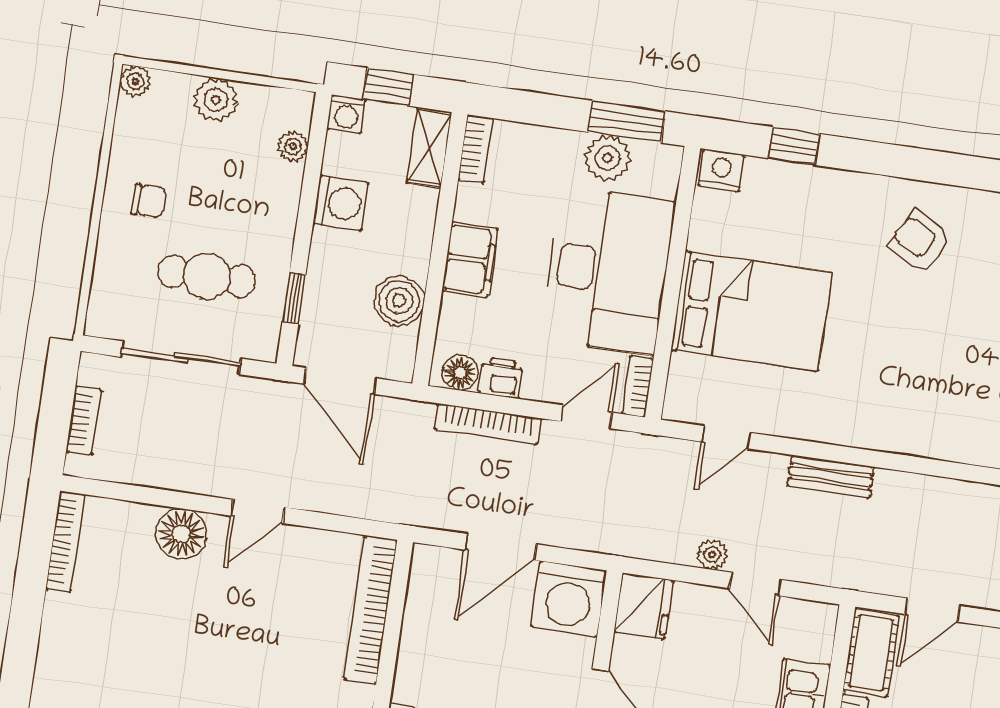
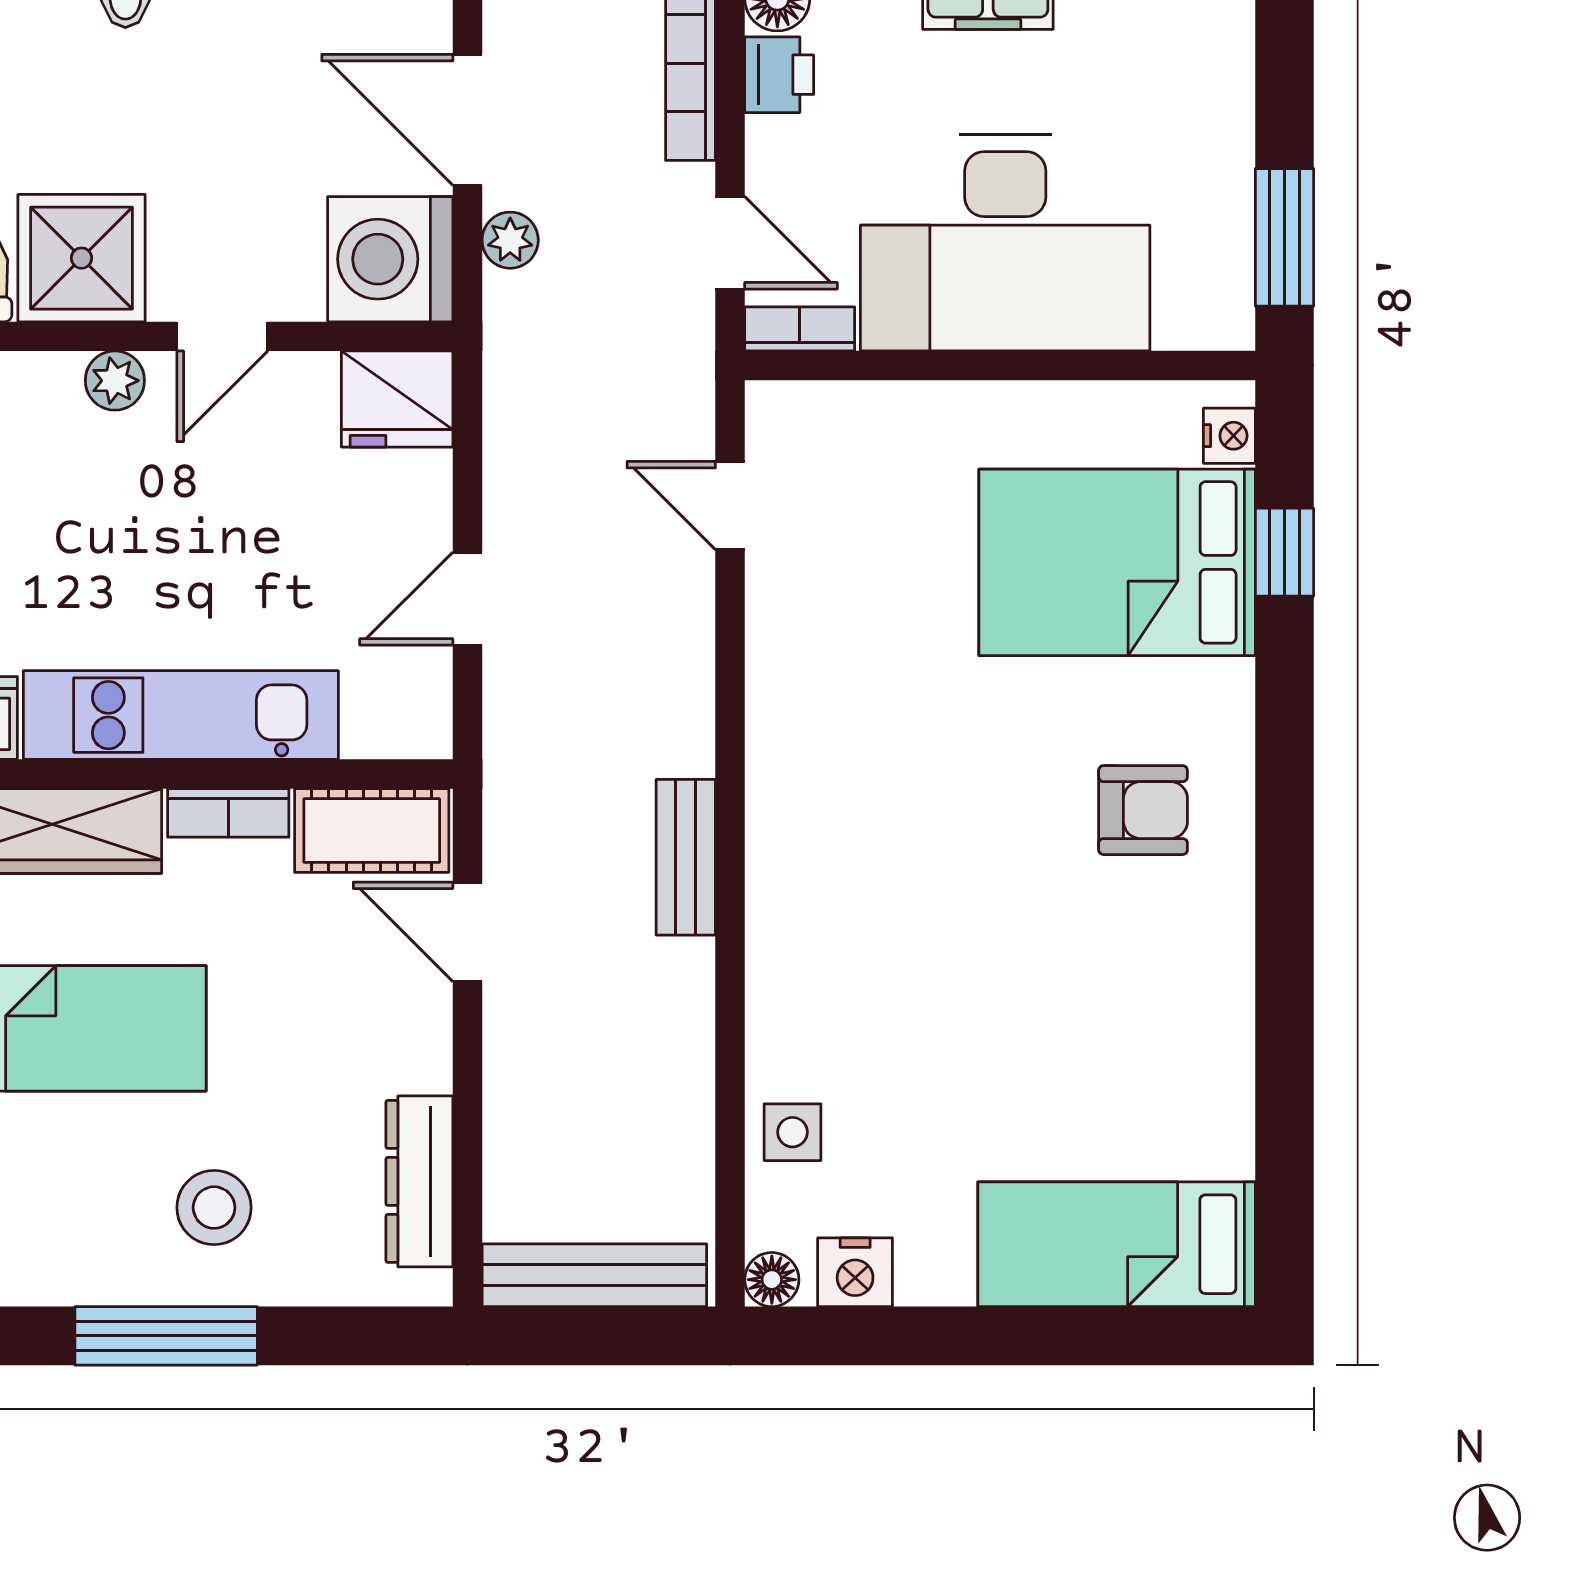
plant: (607, 158) -> (1212, 212), removed
nightstand: (721, 170) -> (1229, 436), width x0.72, depth x0.74
armchair: (920, 241) -> (1143, 810), turned 60
bed: (751, 311) -> (1117, 562), moved, turned 90
bench: (831, 477) -> (686, 857), moved
plant: (712, 555) -> (510, 240), moved

